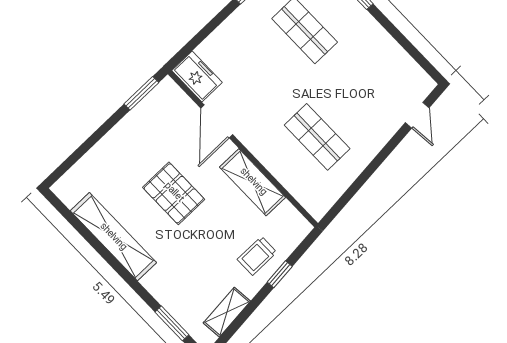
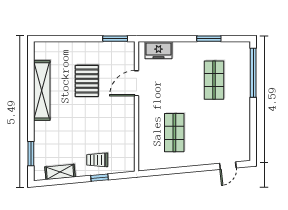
freezer: (197, 76) -> (159, 50), moved, turned 90
shelving: (253, 182) -> (127, 125), removed
pallet: (174, 193) -> (87, 81), moved

